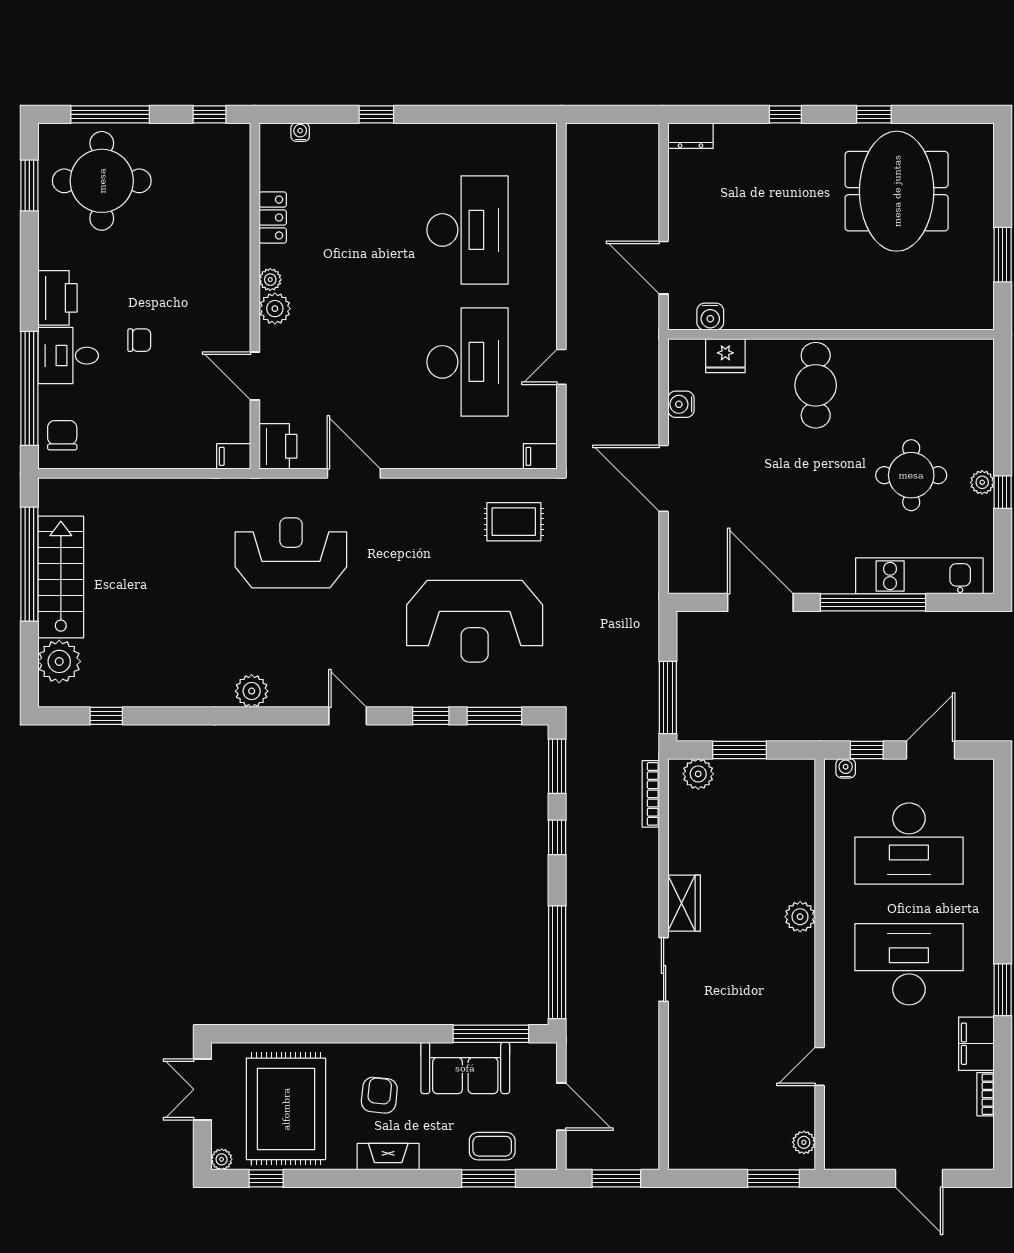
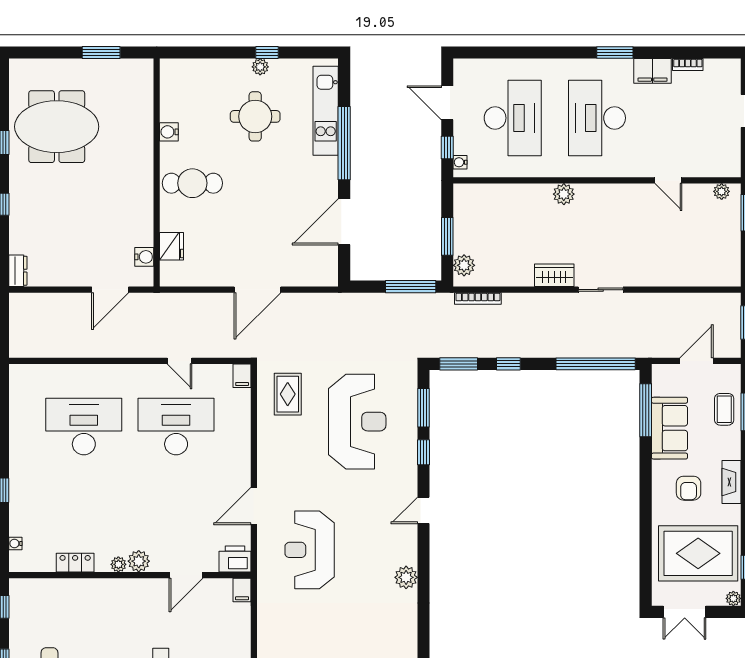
water cooler: (681, 404) -> (169, 132), moved, turned 90
armchair: (379, 1095) -> (689, 488), turned -96

